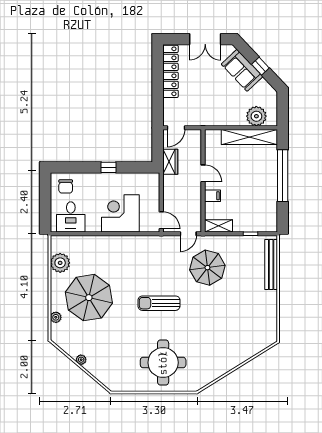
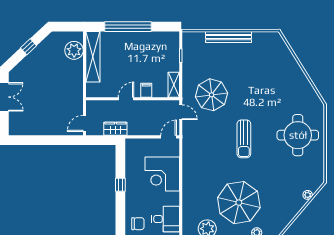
sofa: (242, 70) -> (32, 63), removed
locker: (170, 71) -> (33, 128), removed
door: (176, 128) -> (85, 123), swing flipped
bench: (271, 265) -> (229, 37), moved
plant: (81, 360) -> (308, 195), moved

